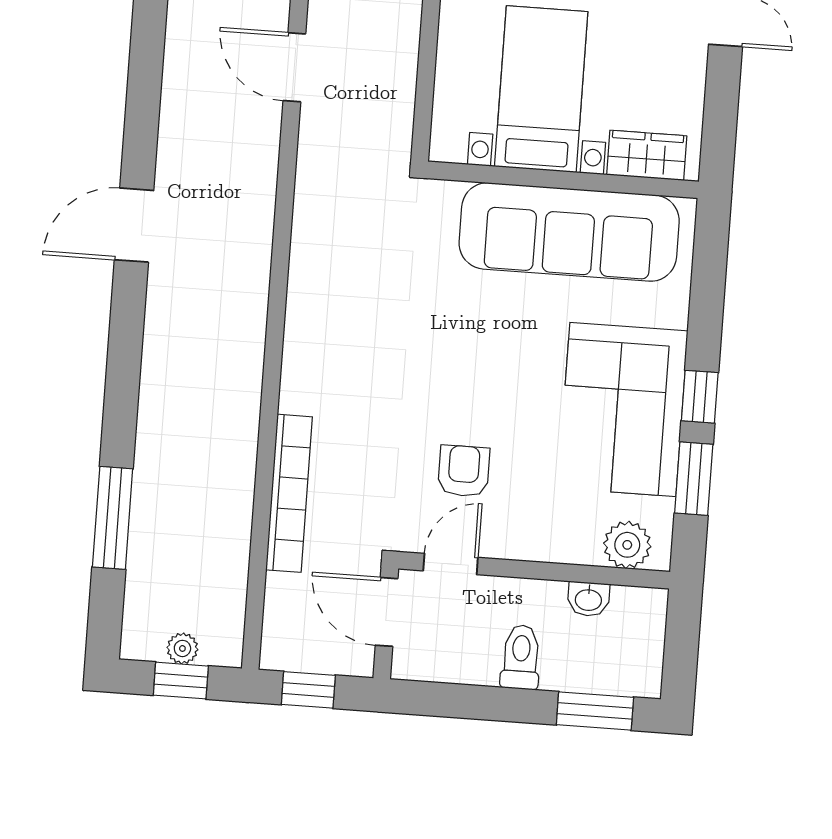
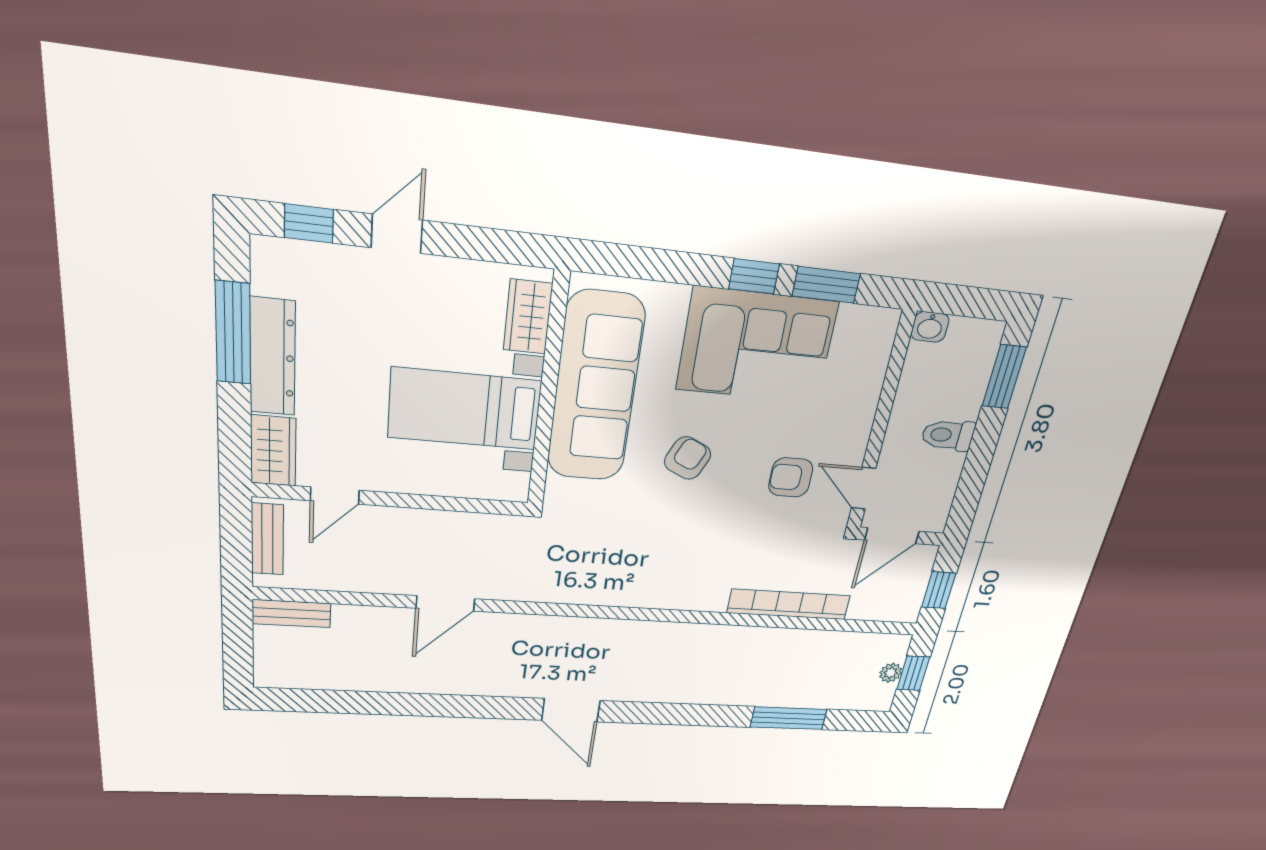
armchair: (487, 344) -> (688, 458), added
plant: (627, 545) -> (873, 346), removed
washbasin: (588, 599) -> (930, 327), moved, turned 90

